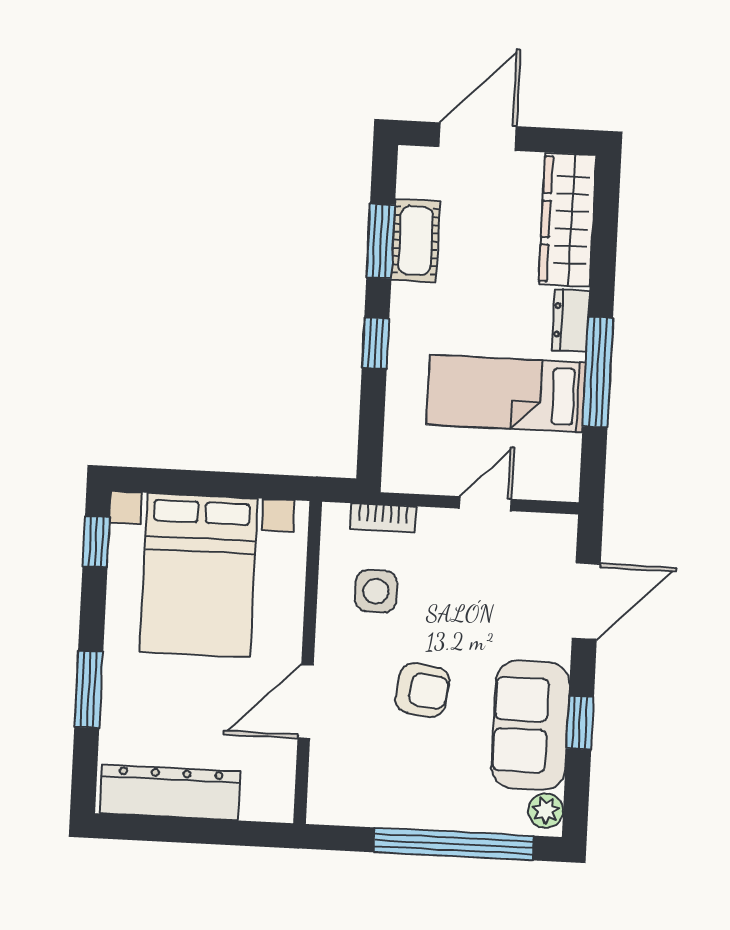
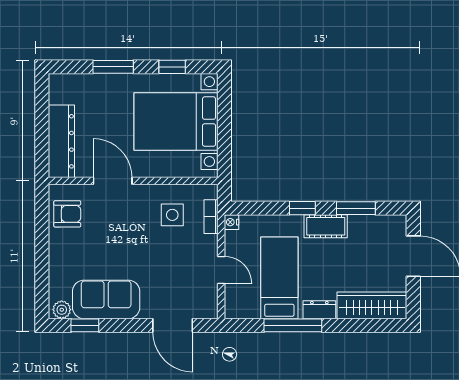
cot: (415, 241) -> (326, 226), moved
nightstand: (395, 479) -> (231, 222), added
window: (96, 542) -> (172, 67), moved
armchair: (423, 690) -> (67, 214), moved, turned -98
window: (580, 723) -> (85, 325), moved
dresser: (170, 792) -> (61, 141), moved
window: (454, 844) -> (42, 262), removed

